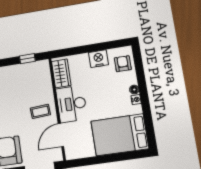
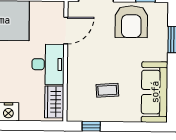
coffee table: (40, 111) -> (107, 90), moved

